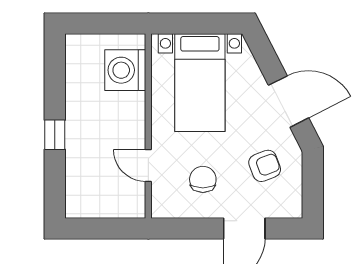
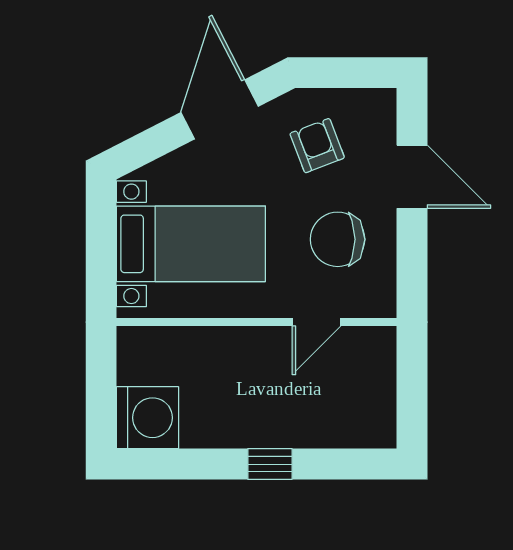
washing machine: (125, 70) -> (147, 418), moved, turned -90
chair: (203, 179) -> (338, 239), width x1.37, depth x1.37

